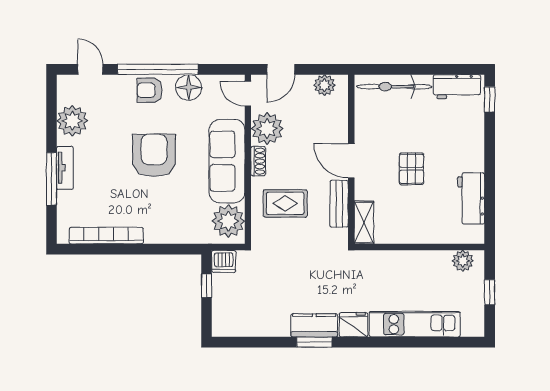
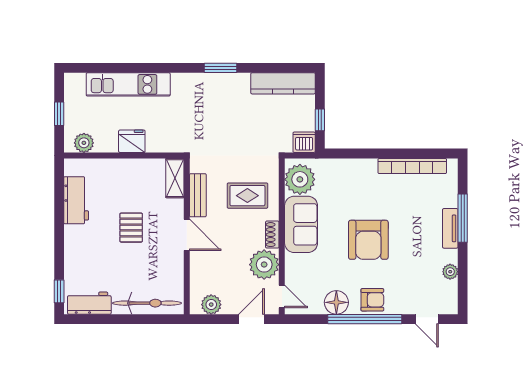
plant: (72, 121) -> (450, 272), width x0.53, depth x0.53
sofa: (227, 161) -> (301, 224), width x0.73
kitchen counter: (314, 325) -> (283, 83), moved, width x1.50
fridge: (353, 325) -> (132, 141), moved, turned 180

